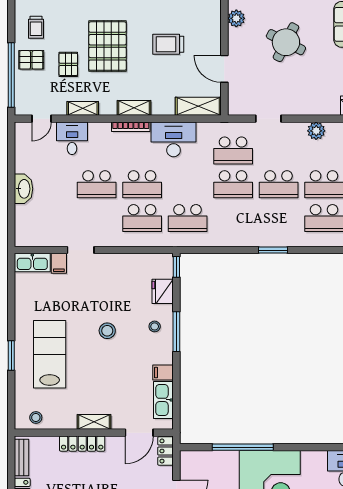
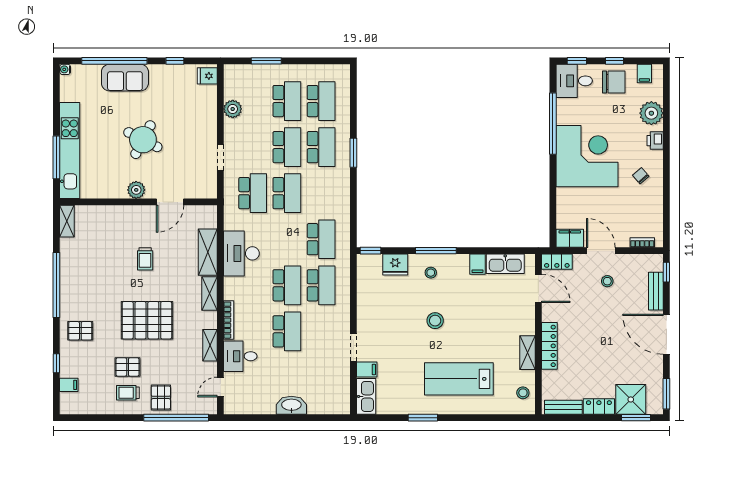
plant: (236, 18) -> (136, 190), moved
trolley: (36, 27) -> (128, 393), turned 180
trolley: (168, 44) -> (145, 259), width x0.73, depth x0.72
pallet: (68, 64) -> (128, 367), moved
shelving: (198, 106) -> (208, 252), moved
door: (42, 119) -> (220, 387), swing flipped
bookcase: (131, 127) -> (229, 320), moved
school desk: (279, 218) -> (321, 147), added
window: (11, 356) -> (423, 418), moved
shelving: (94, 422) -> (527, 353), moved
window: (243, 447) -> (553, 124), moved
filing cabinet: (189, 464) -> (570, 238), added

